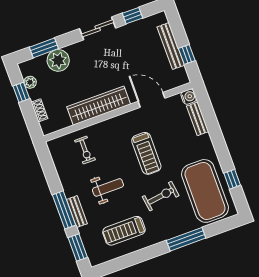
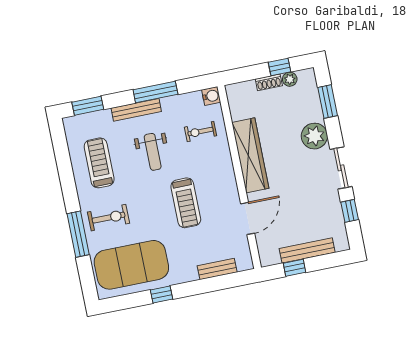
plant: (58, 60) -> (314, 136), moved
water cooler: (189, 97) -> (211, 96), moved, turned -90
shoe rack: (39, 110) -> (269, 82), moved
treadmill: (146, 153) -> (186, 203), turned -90
window: (232, 179) -> (161, 294), moved
exercise bike: (161, 196) -> (109, 218), moved, turned -82
window: (64, 210) -> (155, 92), moved
bench: (77, 212) -> (136, 110), width x1.36

